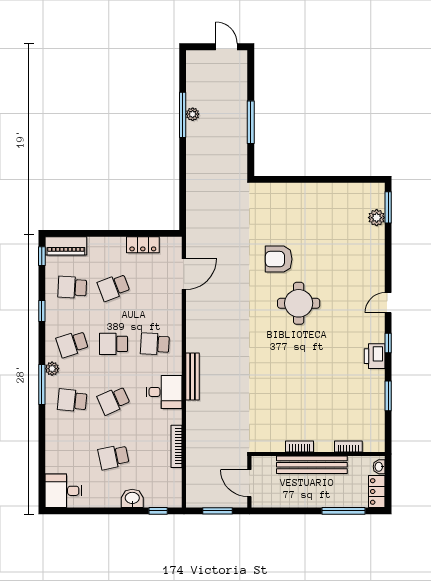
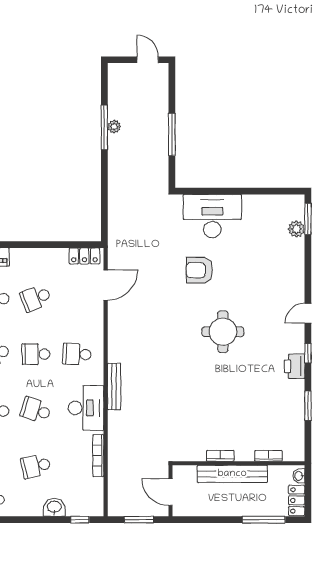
desk: (292, 205) -> (212, 216), added
locker: (143, 245) -> (84, 256), moved
round table: (299, 303) -> (223, 332), moved
desk: (164, 392) -> (86, 408), width x1.37
school desk: (114, 400) -> (36, 410), turned 42

